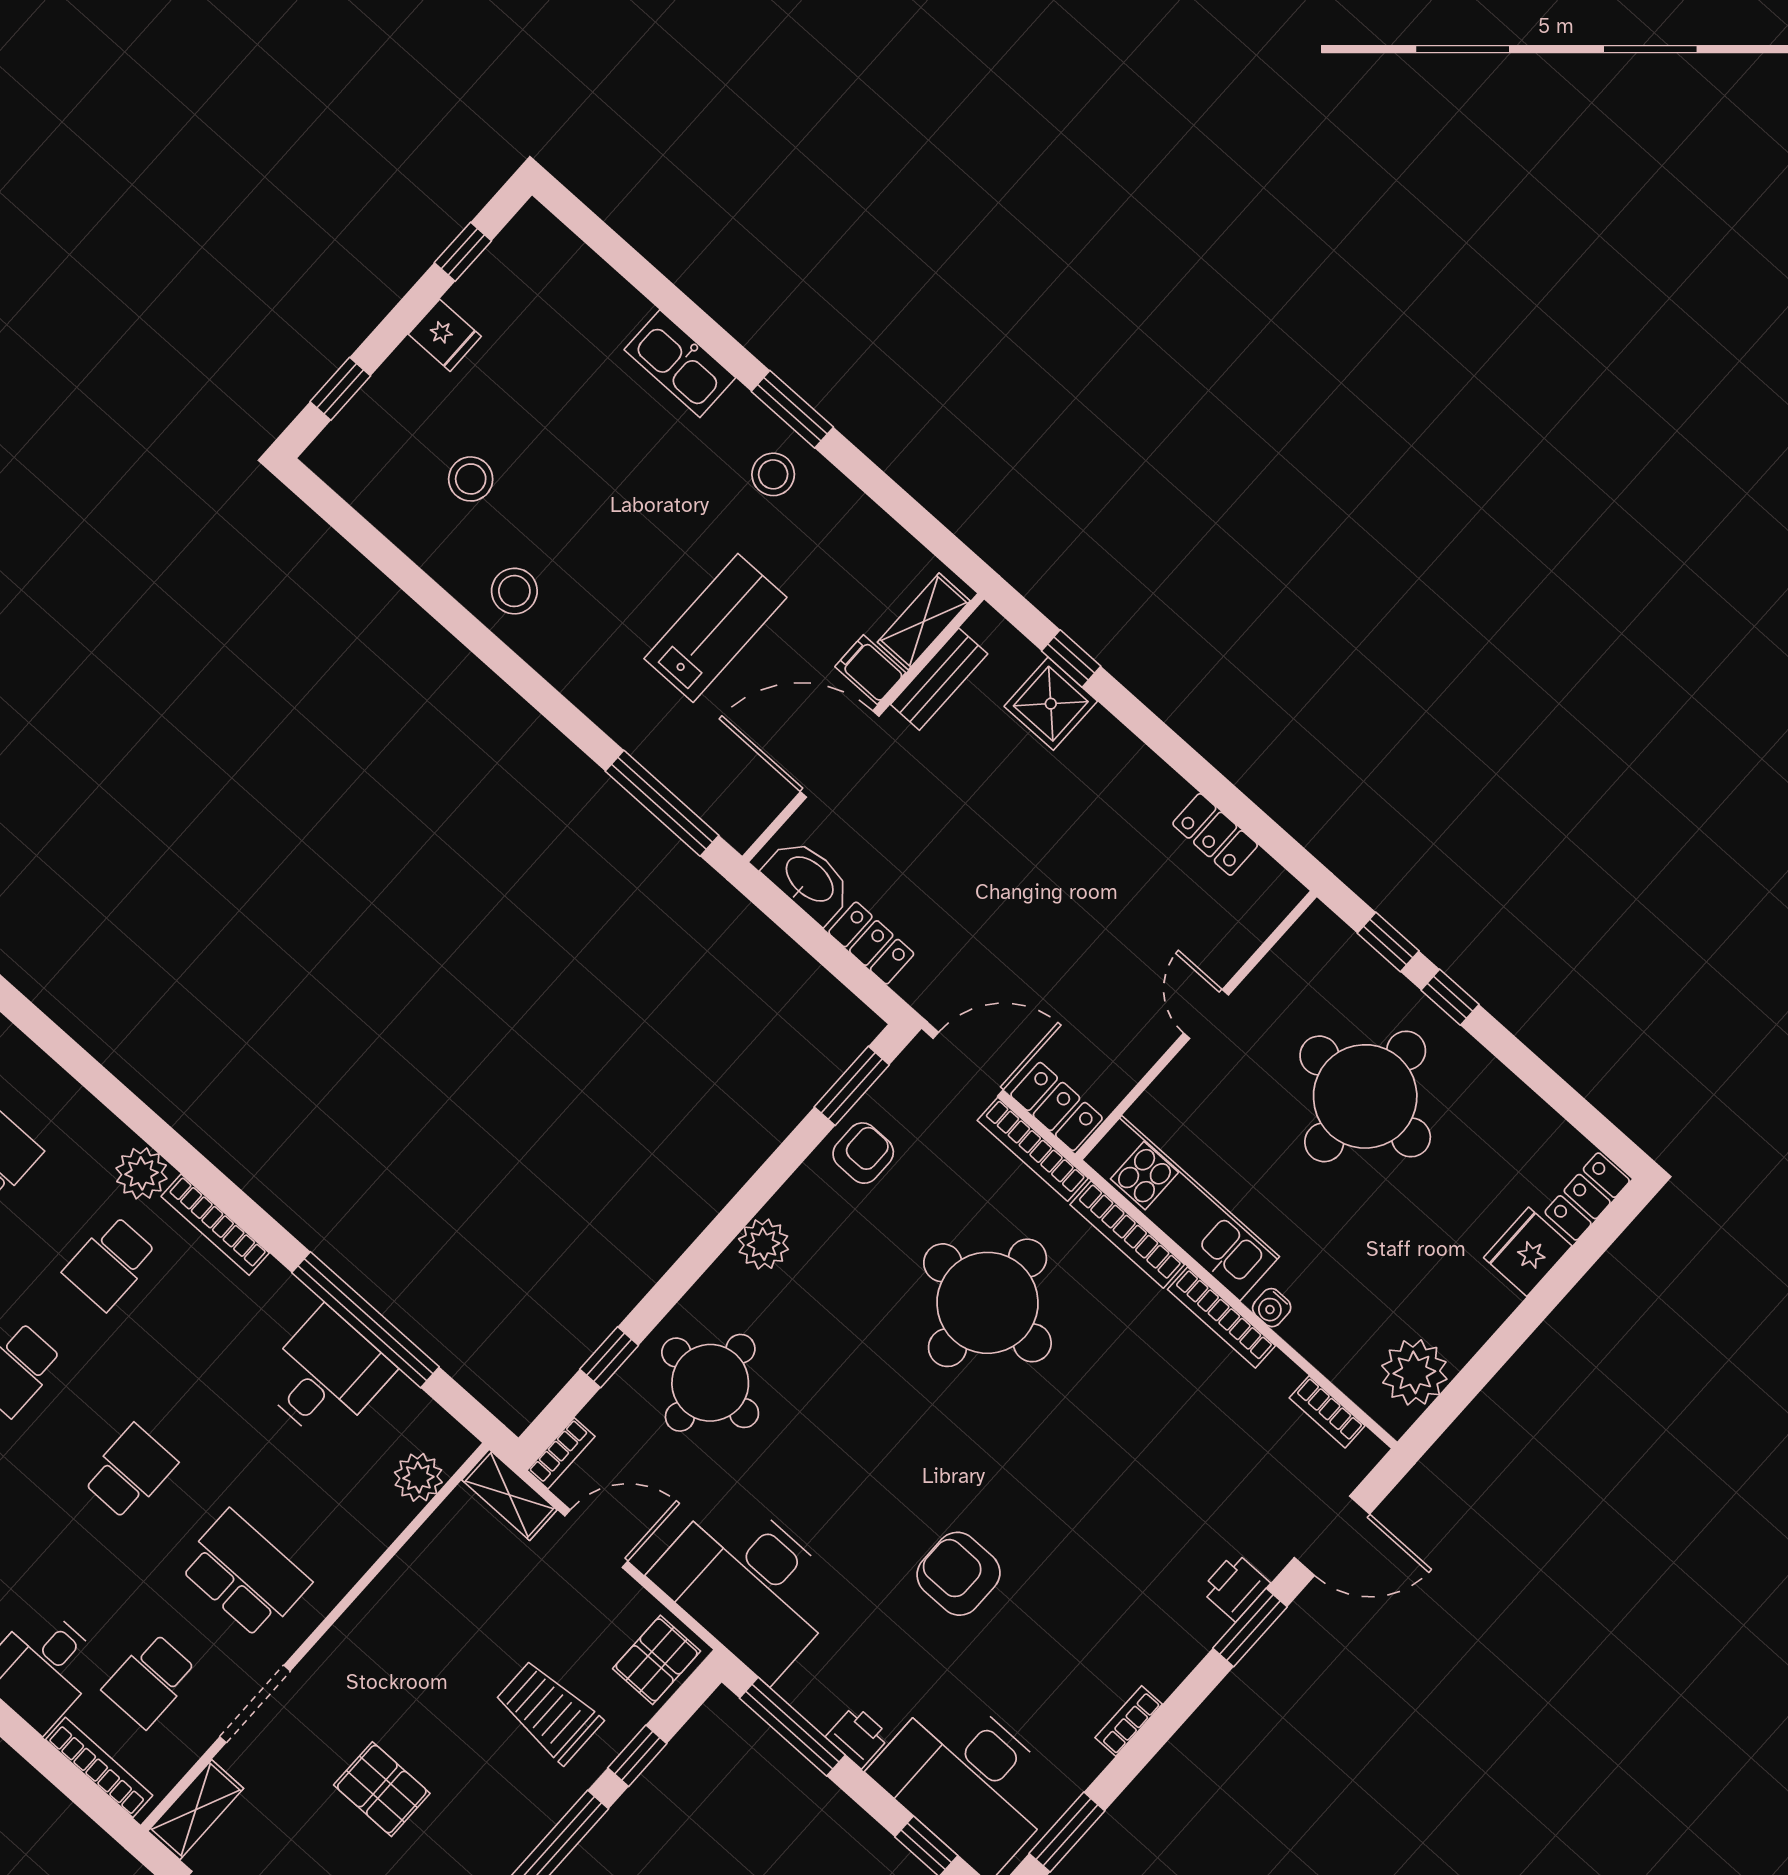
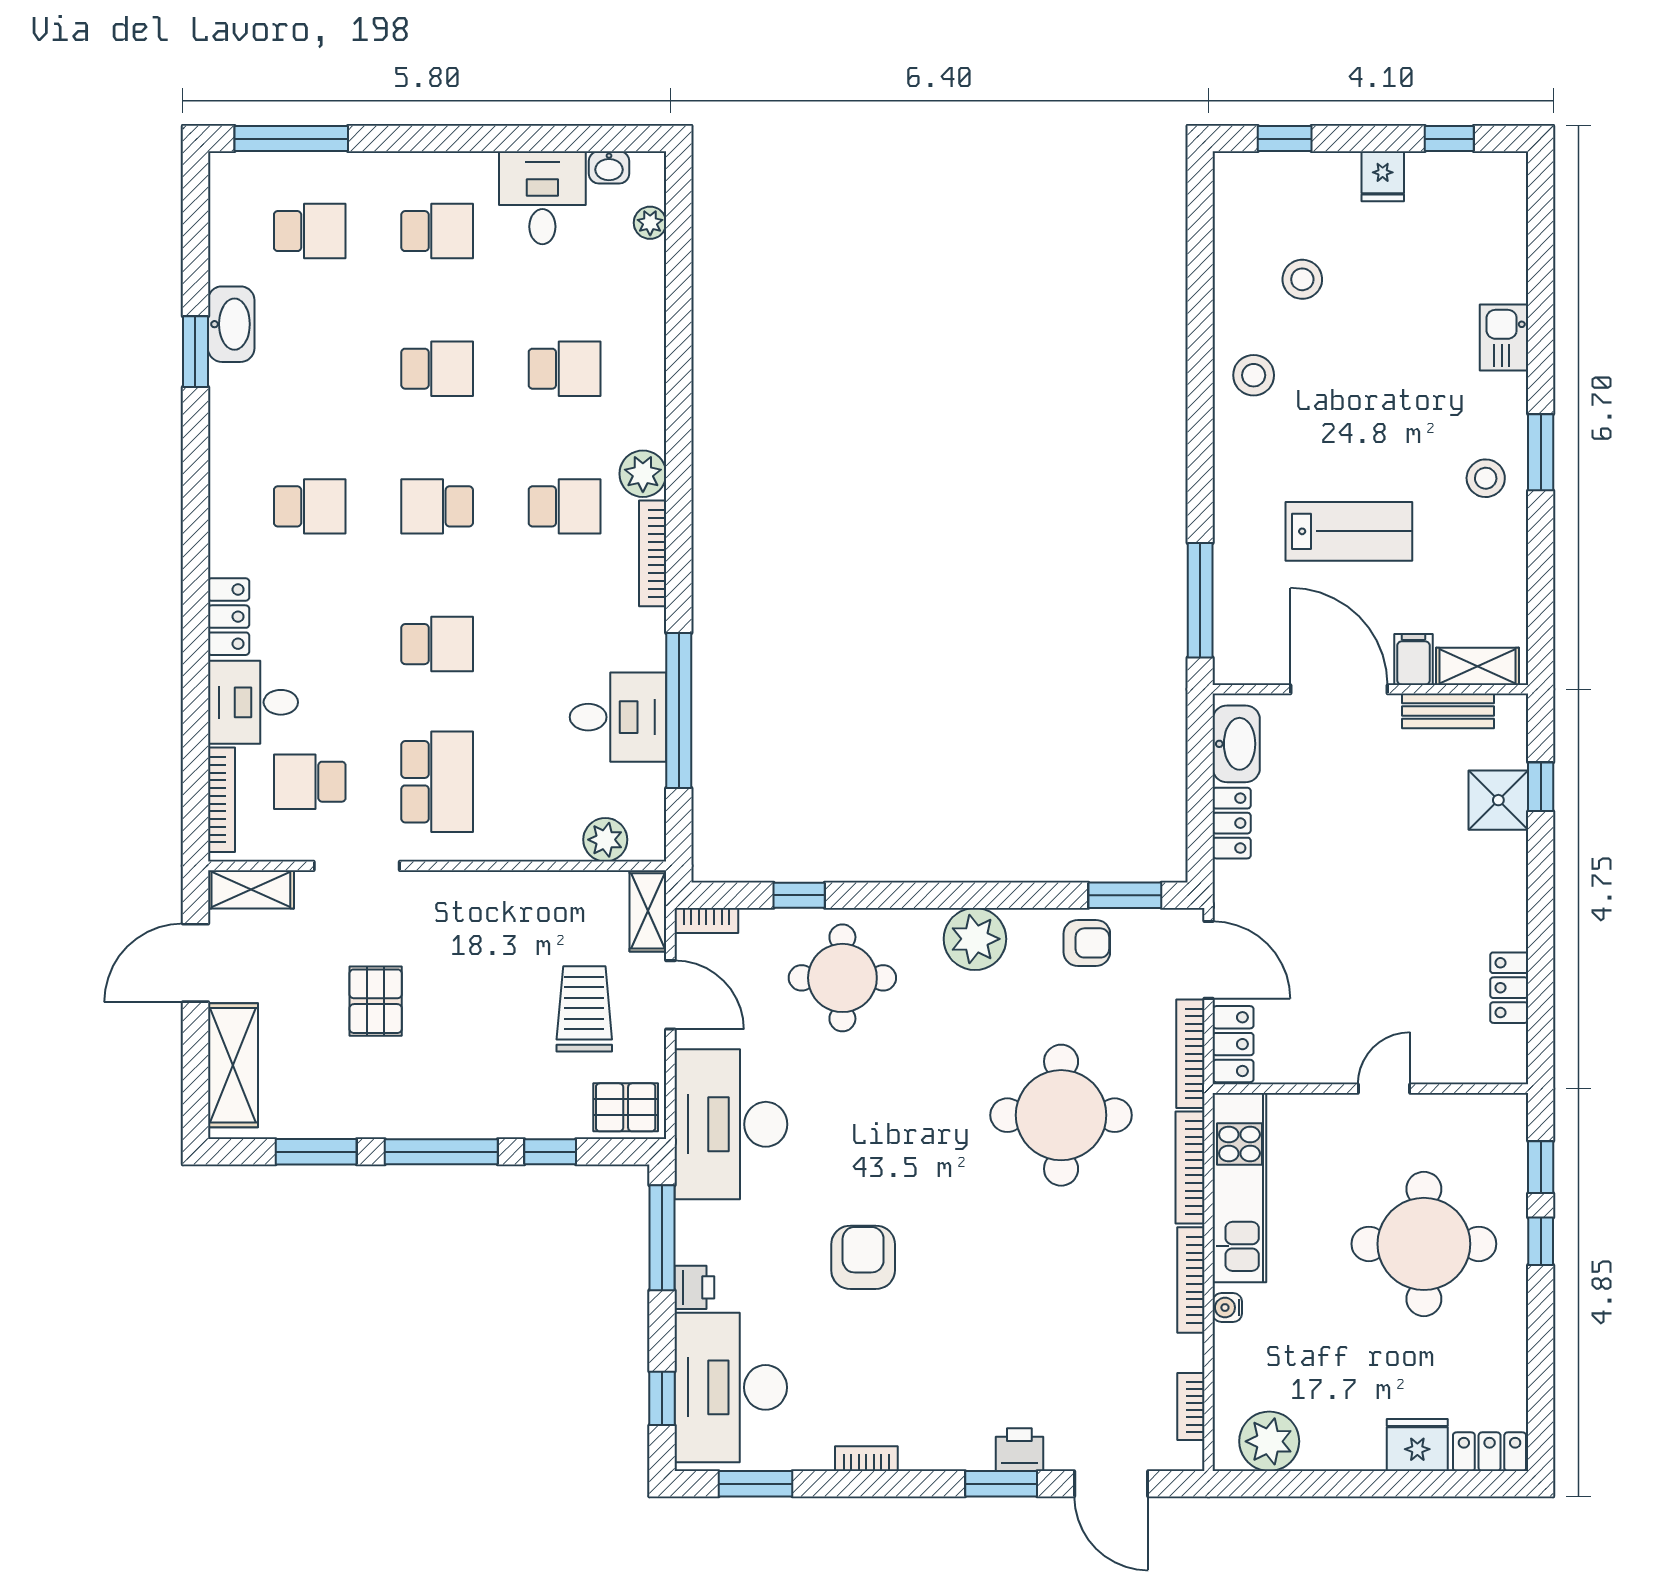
kitchen sink: (680, 364) -> (1504, 338), width x0.73
plant: (763, 1244) -> (975, 939), width x1.36, depth x1.36
school desk: (110, 1263) -> (565, 506), turned 180
trolley: (549, 1712) -> (584, 1009), moved

